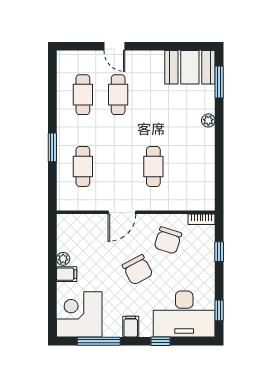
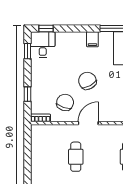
door: (122, 212) -> (88, 123), moved
desk: (184, 314) -> (43, 45), width x0.53, depth x0.77
window: (161, 341) -> (46, 28), moved

